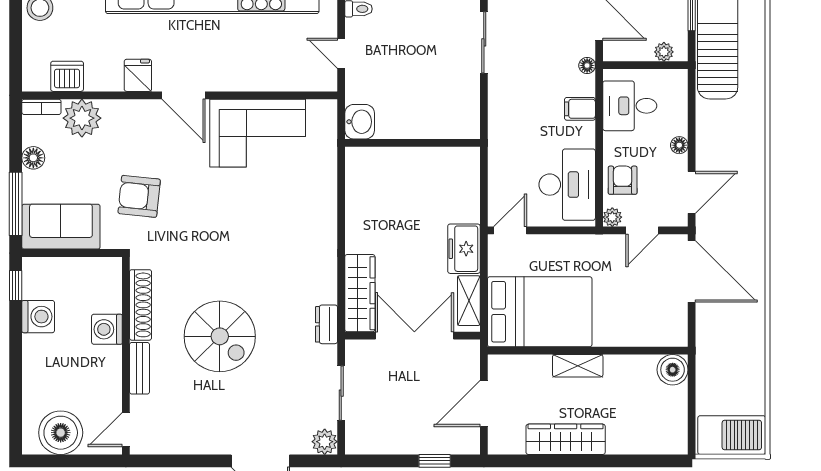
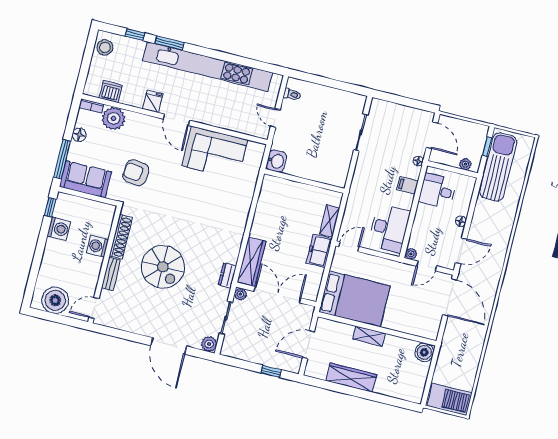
armchair: (623, 180) -> (422, 234), removed
shelving: (469, 301) -> (330, 221), moved
plant: (355, 349) -> (240, 294), added

